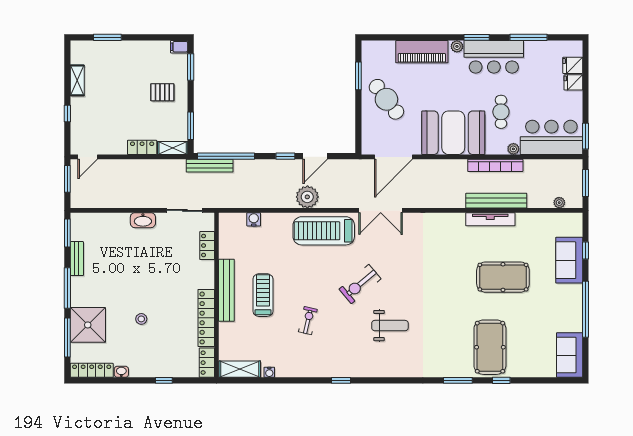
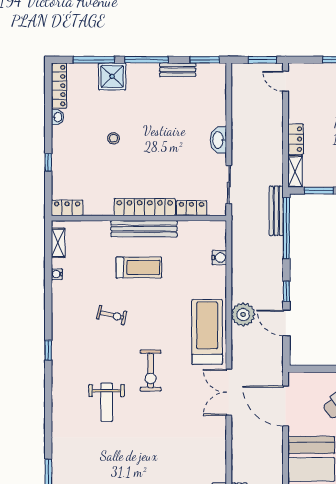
exercise bike: (360, 284) -> (151, 371), turned -140
locker: (206, 318) -> (145, 207), moved
shower: (88, 325) -> (112, 76), width x0.73, depth x0.73
shelving: (240, 369) -> (58, 243), width x0.67, depth x0.75

